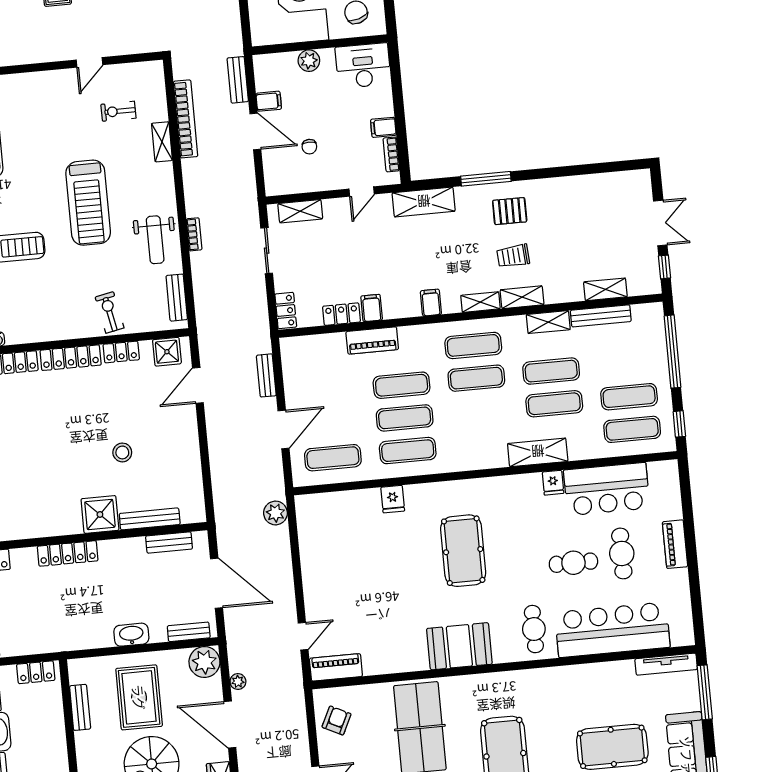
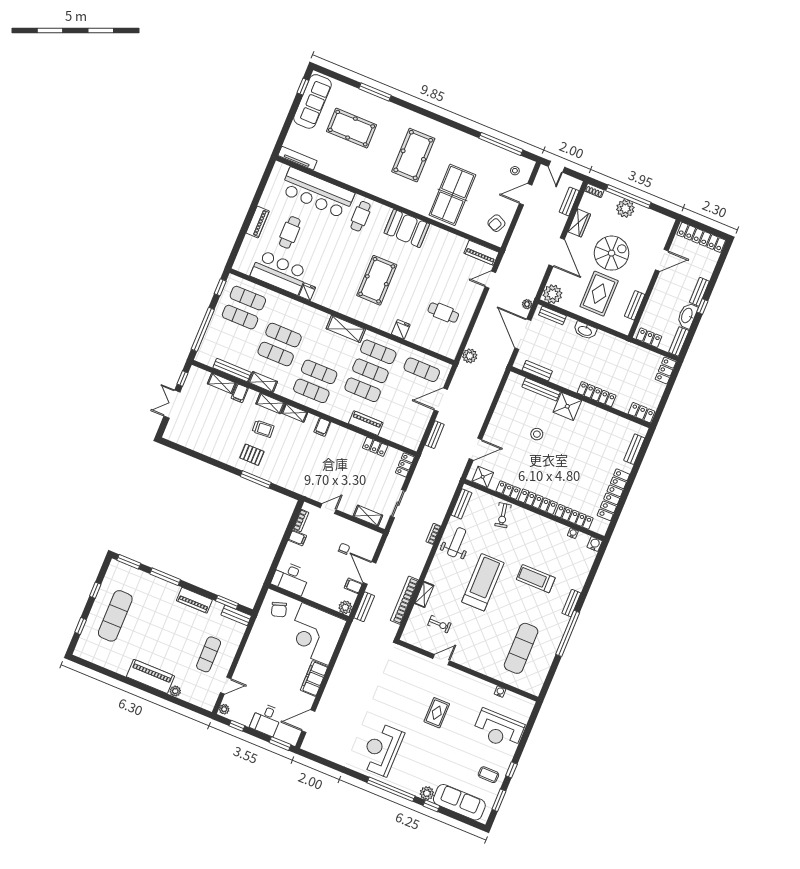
plant: (309, 61) -> (345, 607), moved
shelving: (424, 202) -> (297, 485), removed
filing cabinet: (372, 308) -> (240, 393), moved
shelving: (538, 452) -> (346, 329), moved
cafe table: (573, 563) -> (443, 313), moved
plant: (238, 682) -> (527, 304), moved
window: (705, 692) -> (284, 131), removed

